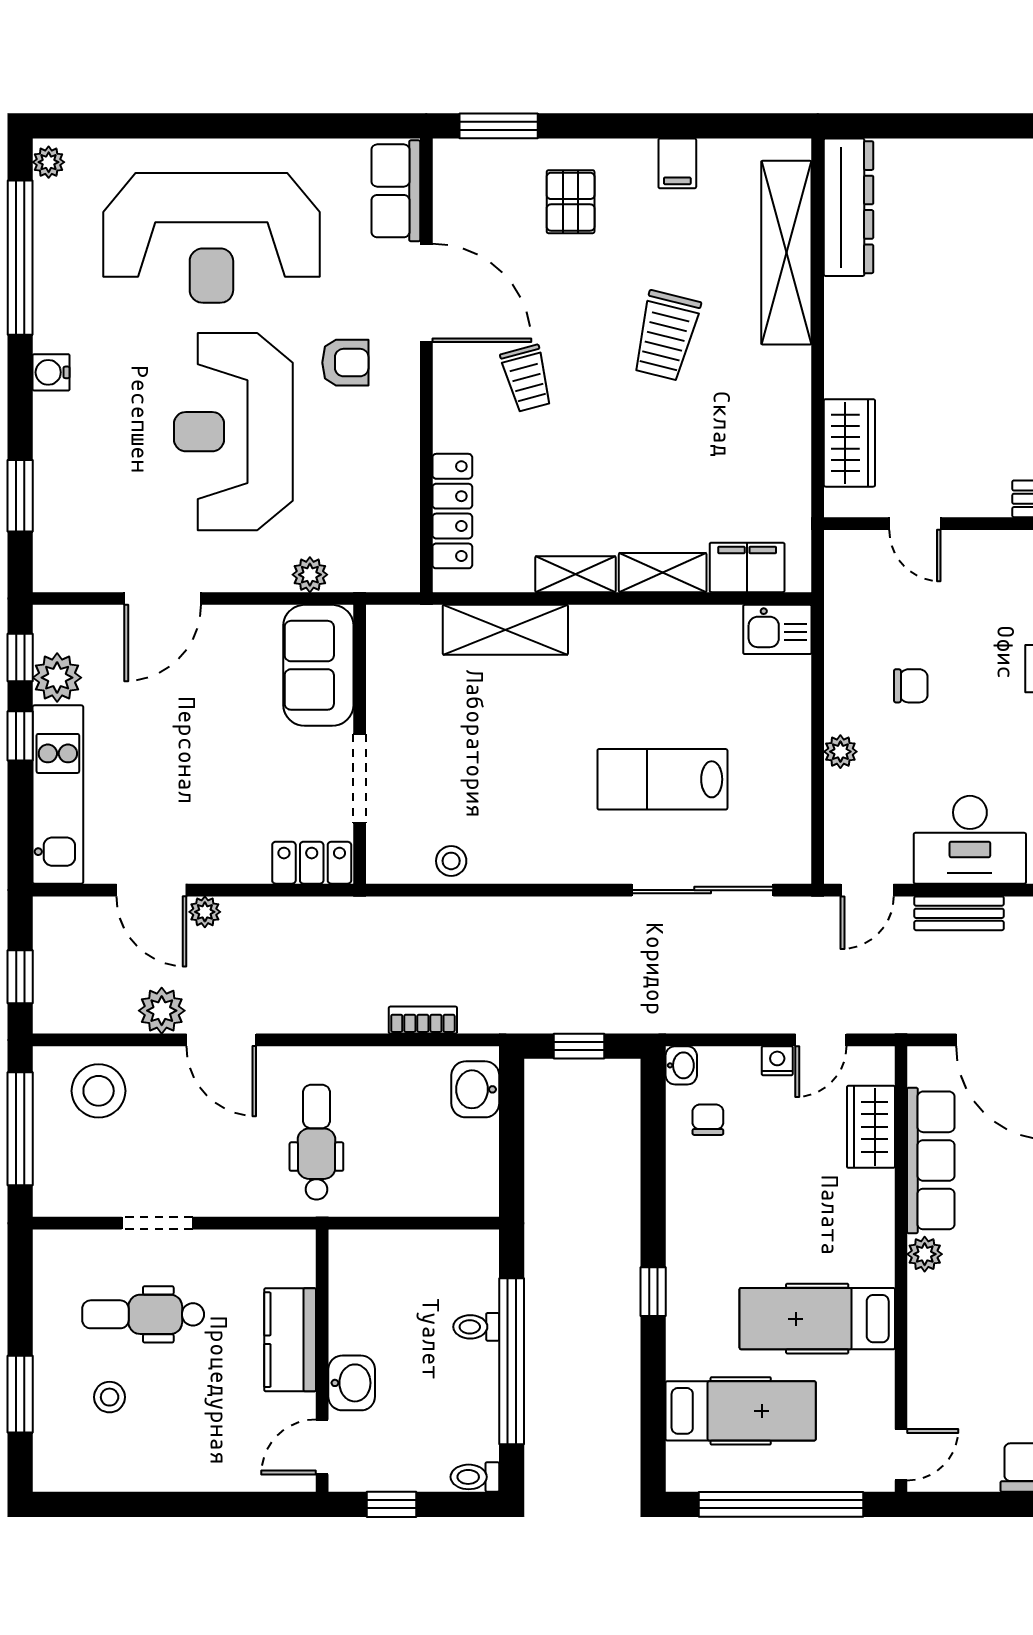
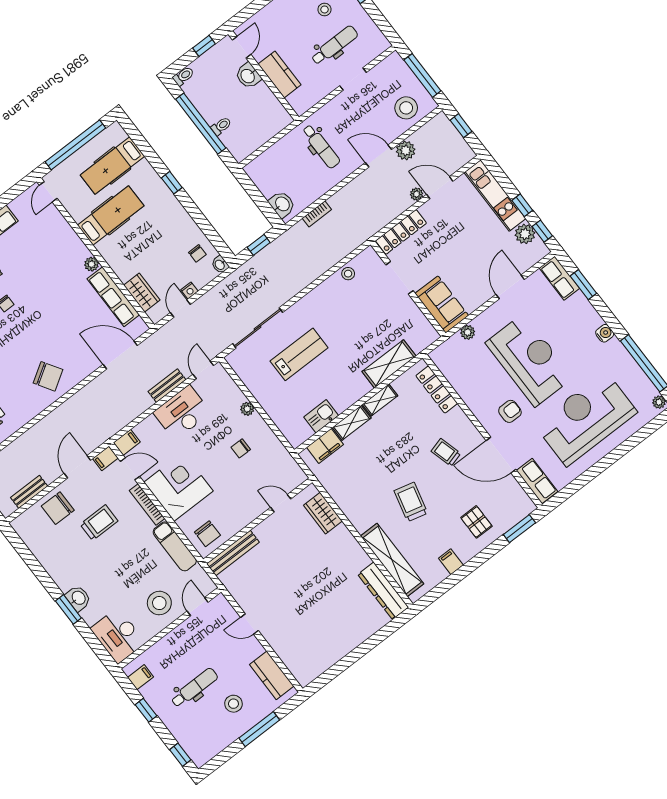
armchair: (345, 363) -> (510, 411), turned 180
row of seats: (56, 543) -> (559, 278), added
kitchen sink: (777, 629) -> (321, 416), moved
locker: (312, 863) -> (401, 232), width x1.53

